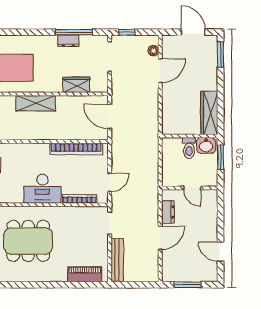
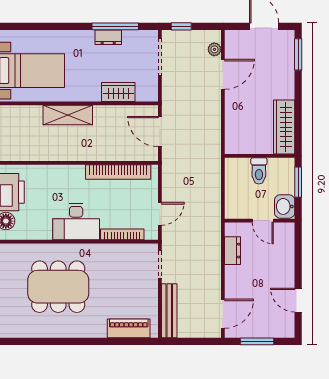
washbasin: (206, 145) -> (285, 206), moved, turned 90
door: (160, 238) -> (223, 314), moved

